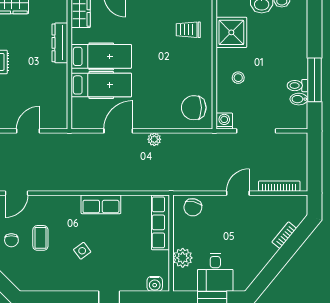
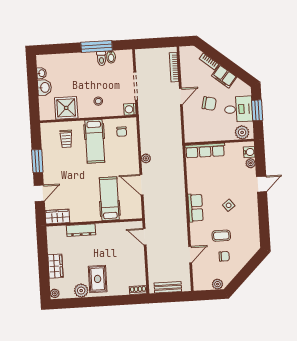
hospital bed: (101, 56) -> (95, 141), moved, turned 180
chair: (194, 108) -> (122, 132), width x0.54, depth x0.54
door: (28, 131) -> (145, 237), moved
door: (17, 193) -> (190, 255), hinge flipped
door: (238, 193) -> (181, 96), swing flipped
row of seats: (101, 204) -> (195, 208), moved
chair: (193, 207) -> (209, 104), moved
filing cabinet: (262, 255) -> (224, 76), added
plant: (183, 258) -> (242, 132), moved
plant: (139, 285) -> (251, 163), added

